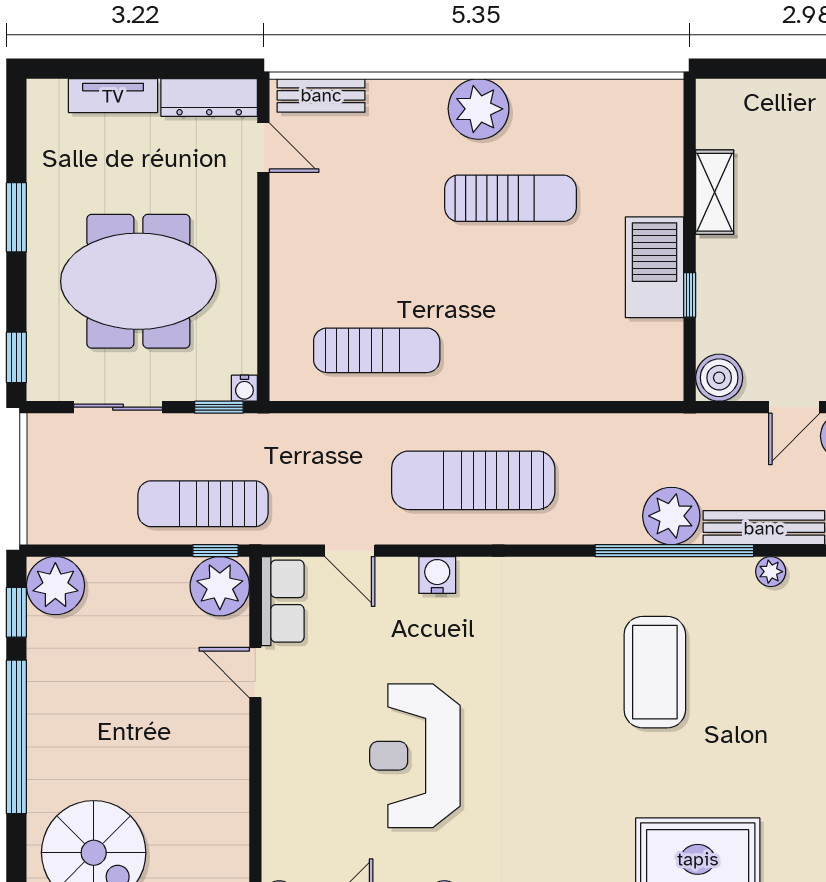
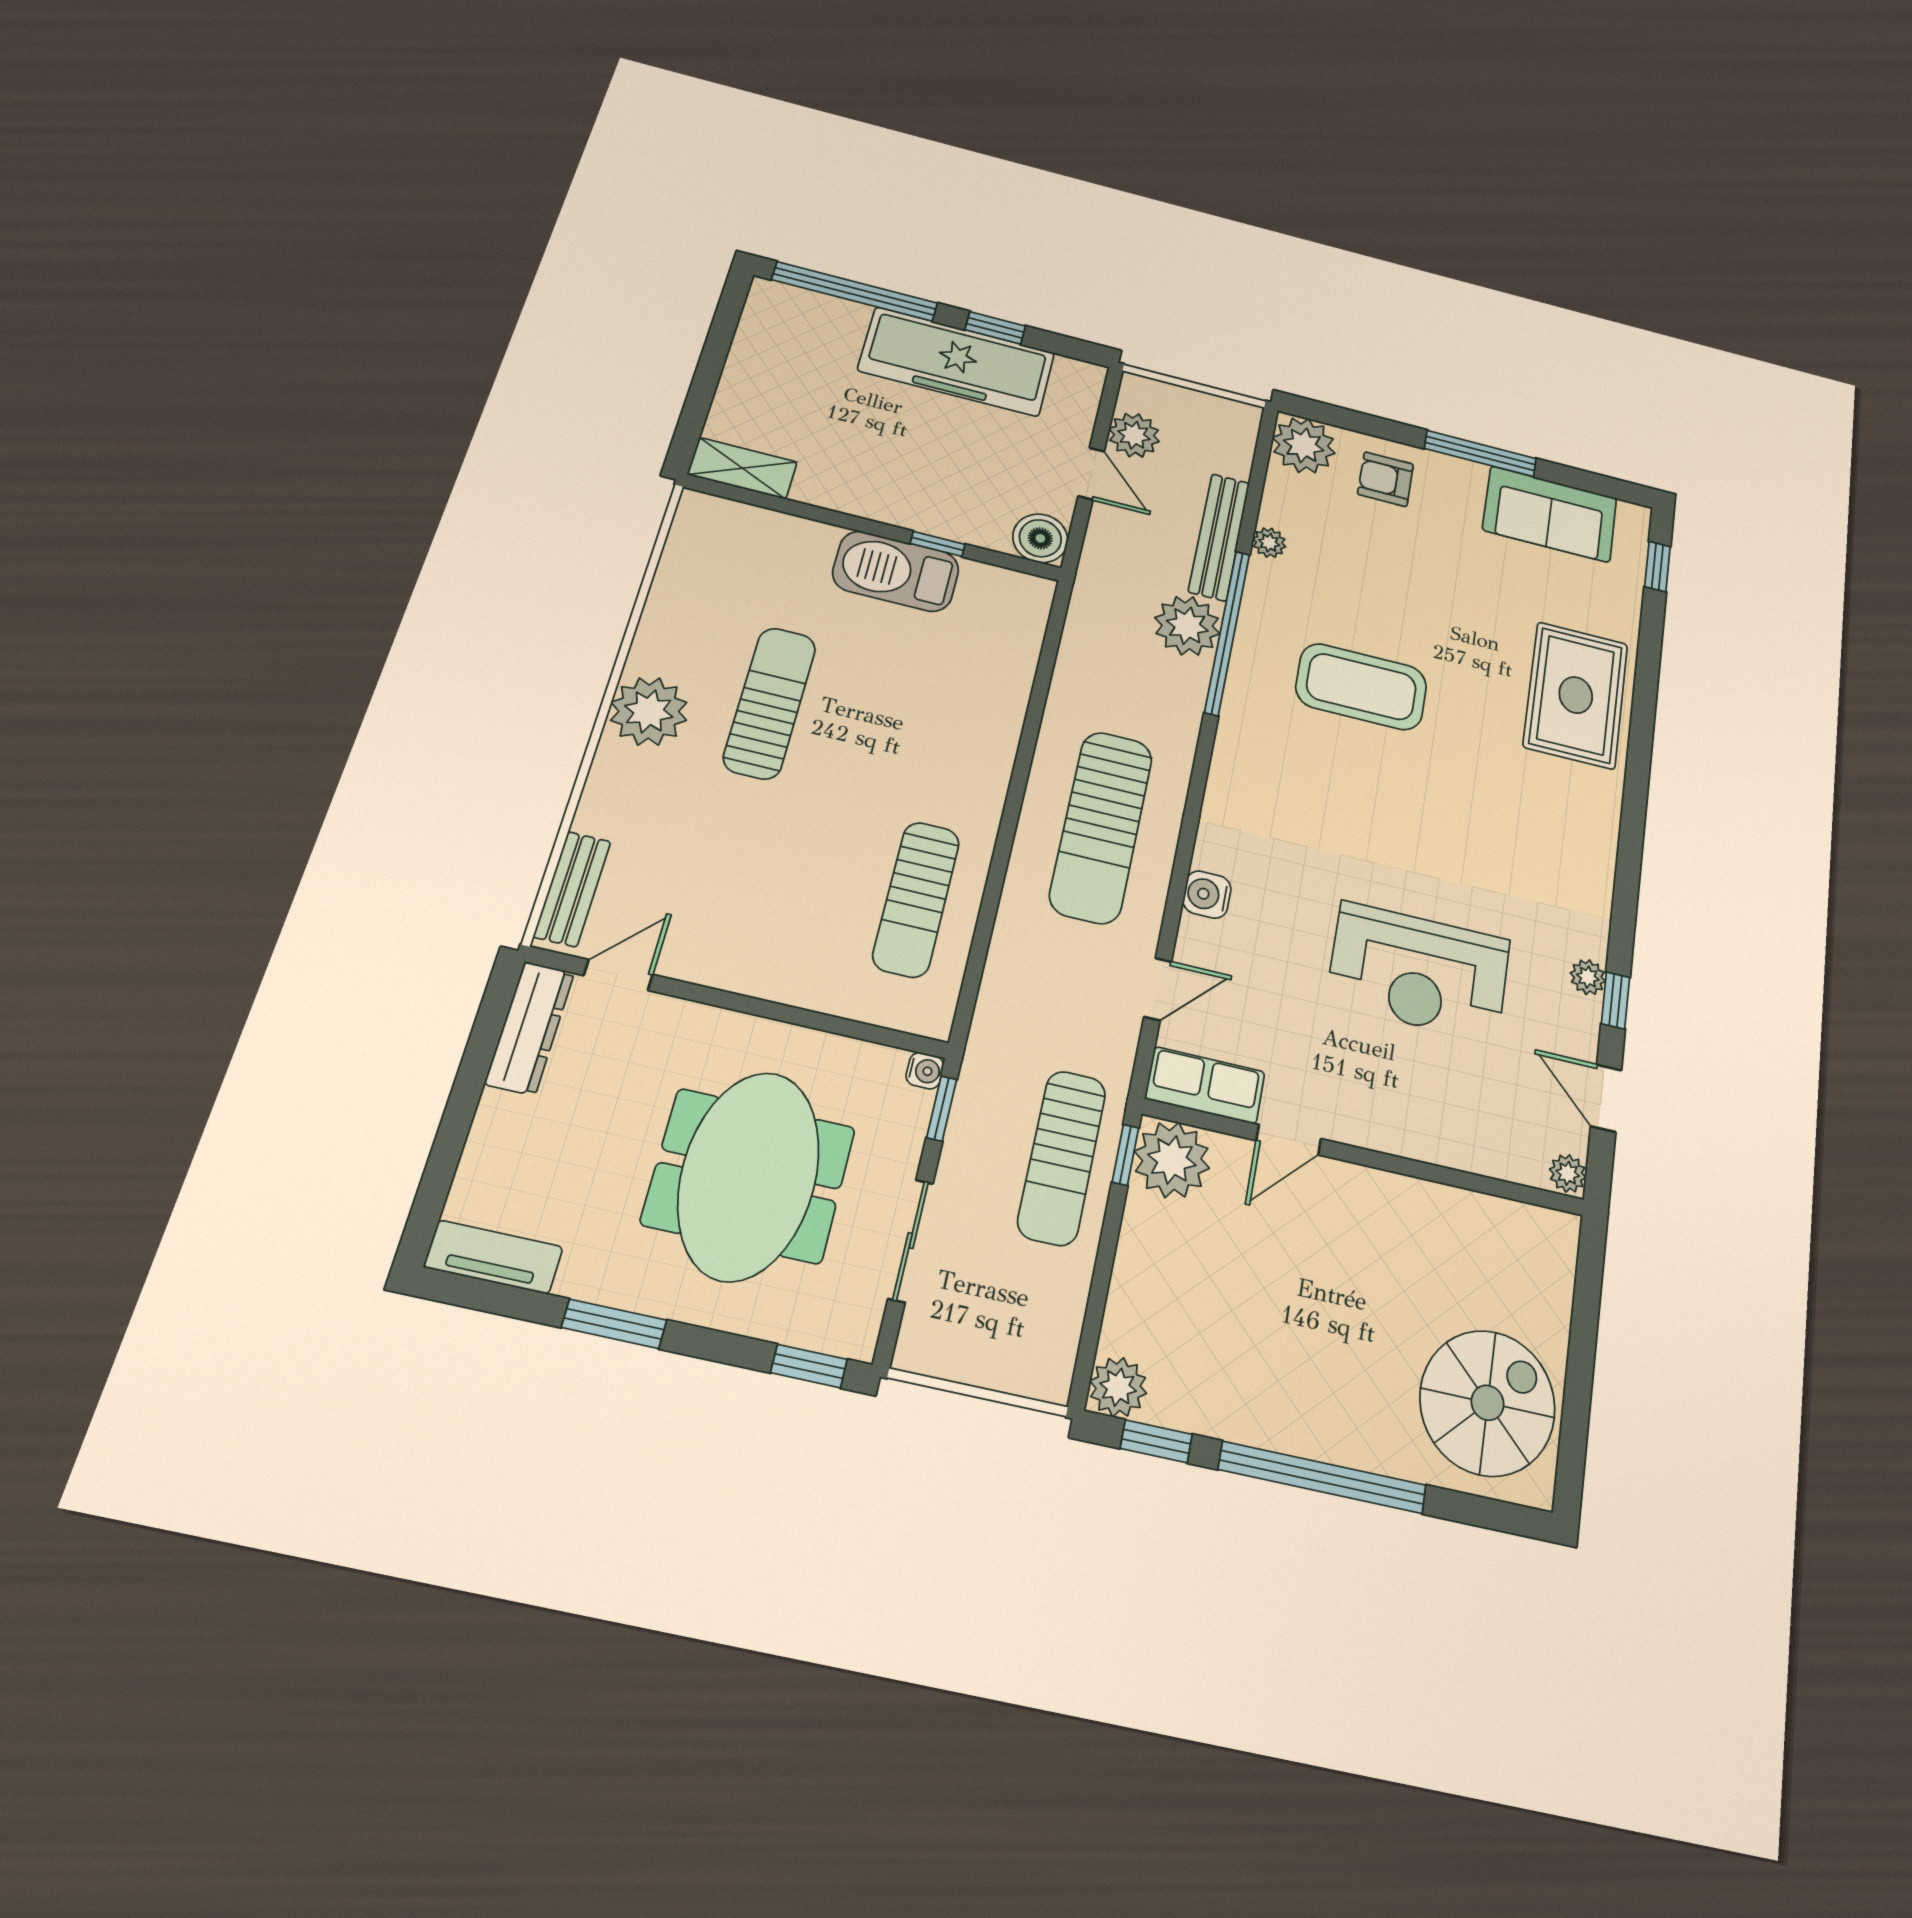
tv unit: (113, 96) -> (494, 1257), moved, turned -90
shelving: (715, 192) -> (742, 468), moved
sun lounger: (377, 350) -> (916, 899), turned 180
plant: (55, 586) -> (1118, 1387), width x0.73, depth x0.73

